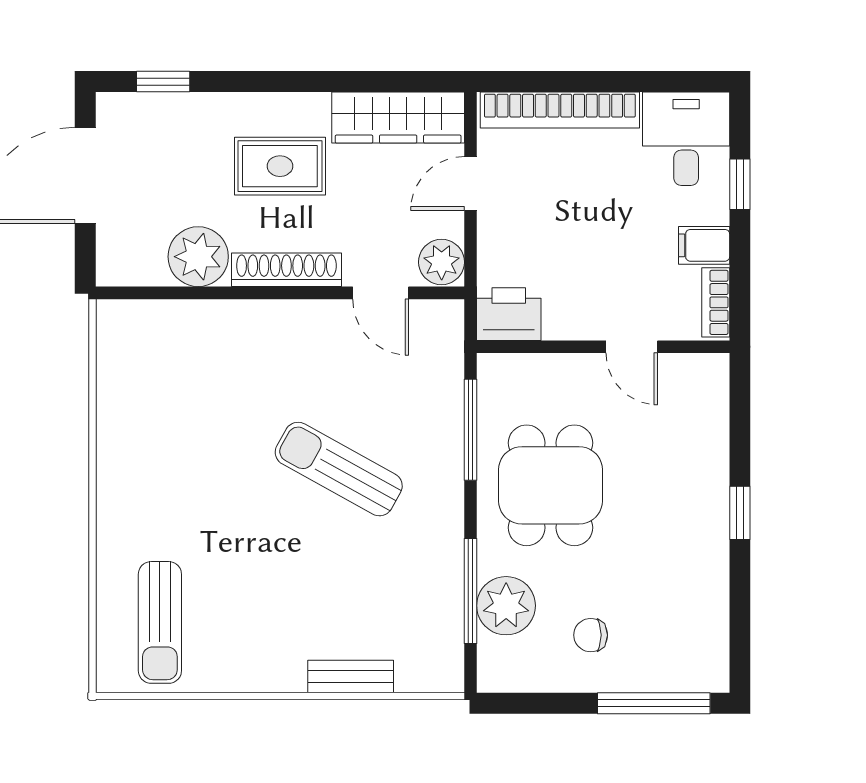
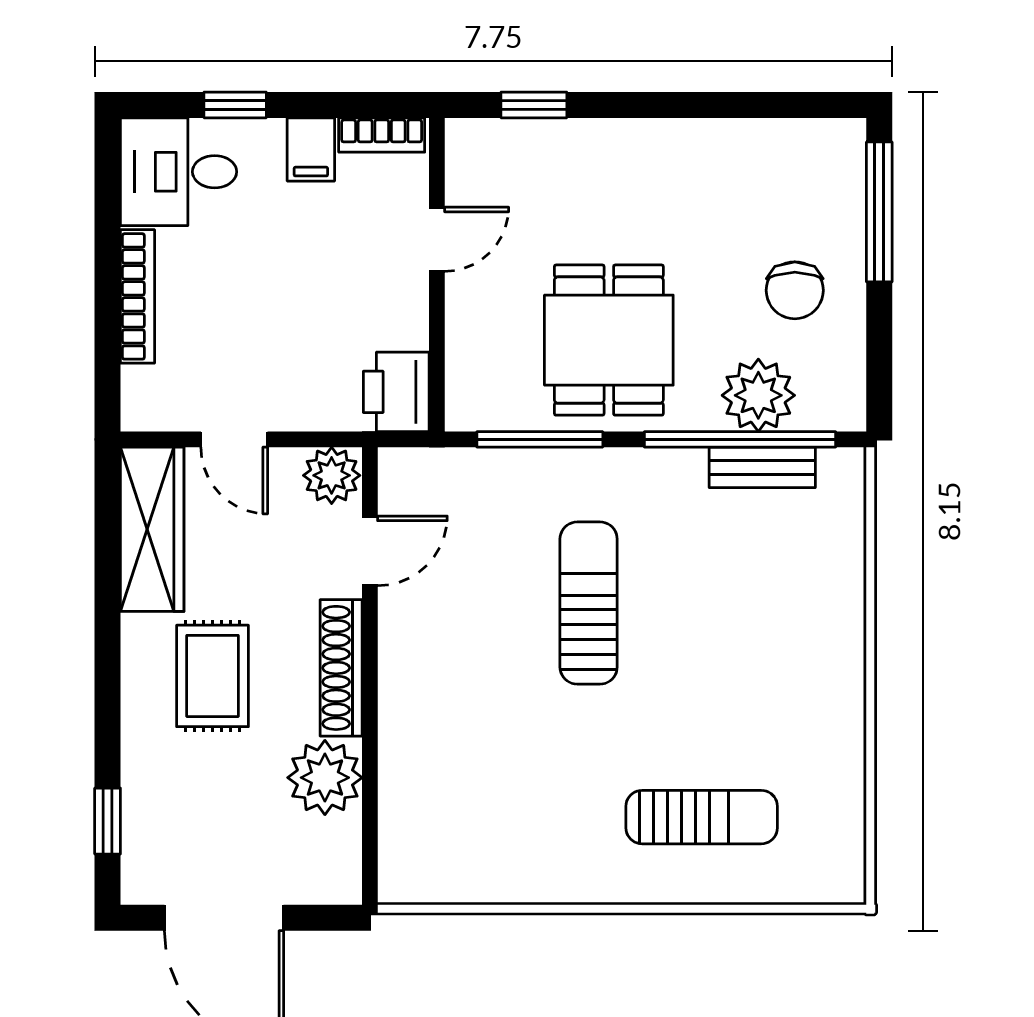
bookcase: (560, 110) -> (137, 296), width x0.68, depth x0.76
sun lounger: (339, 469) -> (589, 603), turned 151
dining table: (550, 485) -> (609, 340), turned 90
window: (740, 513) -> (534, 105), moved
window: (471, 591) -> (740, 439), width x1.46
sun lounger: (160, 622) -> (702, 817), moved
chair: (591, 635) -> (795, 290), width x1.37, depth x1.37
bench: (351, 676) -> (762, 467), moved, turned 90

